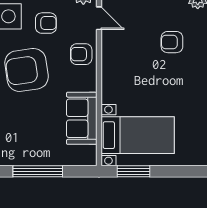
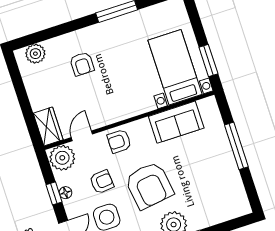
armchair: (46, 23) -> (102, 182), turned 85
armchair: (81, 54) -> (119, 141), turned 90

